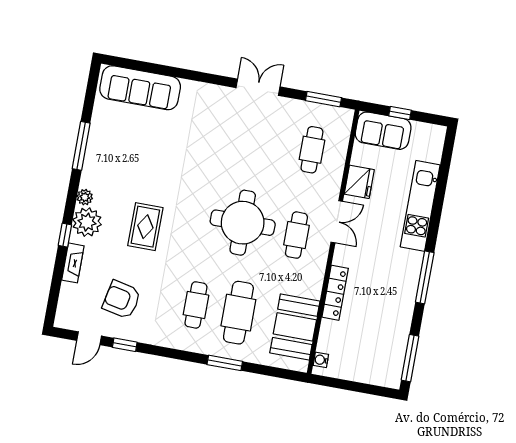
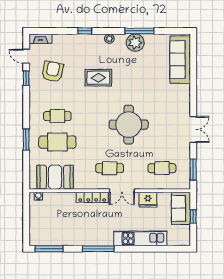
plant: (87, 222) -> (135, 43), moved
round table: (243, 223) -> (129, 125), moved
fireplace: (73, 263) -> (40, 39), moved
locker: (335, 293) -> (92, 197), moved

